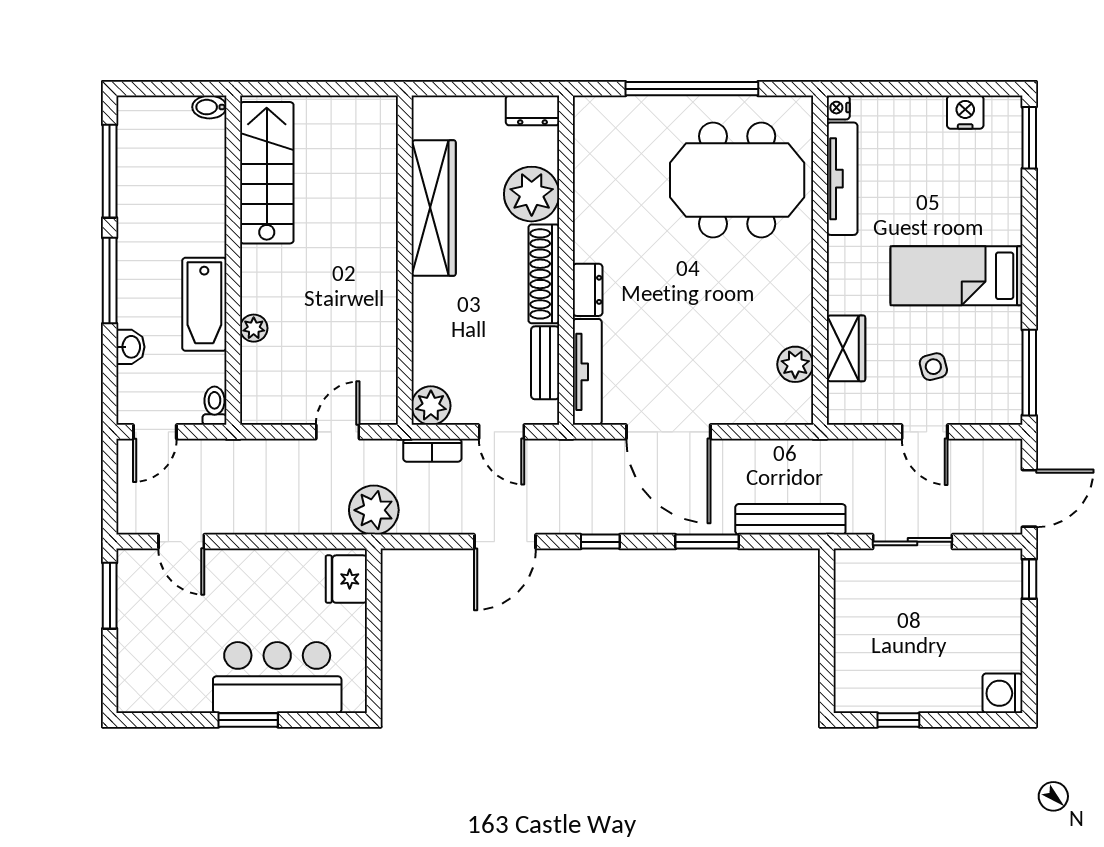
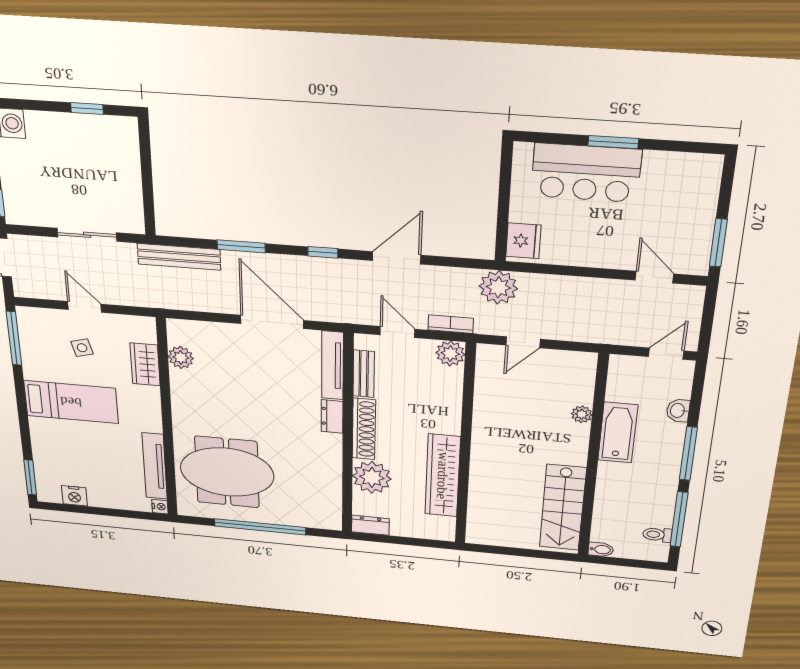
toilet: (214, 406) -> (657, 535), moved, turned 90

